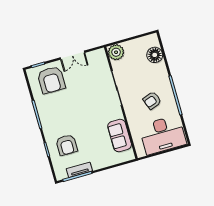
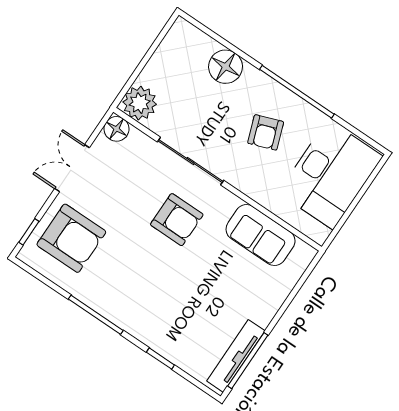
floor lamp: (100, 54) -> (116, 129), added
double door: (72, 55) -> (72, 168), swing flipped
floor lamp: (155, 55) -> (226, 67), moved
armchair: (67, 145) -> (177, 220), moved
tv unit: (79, 170) -> (236, 356), width x1.41

